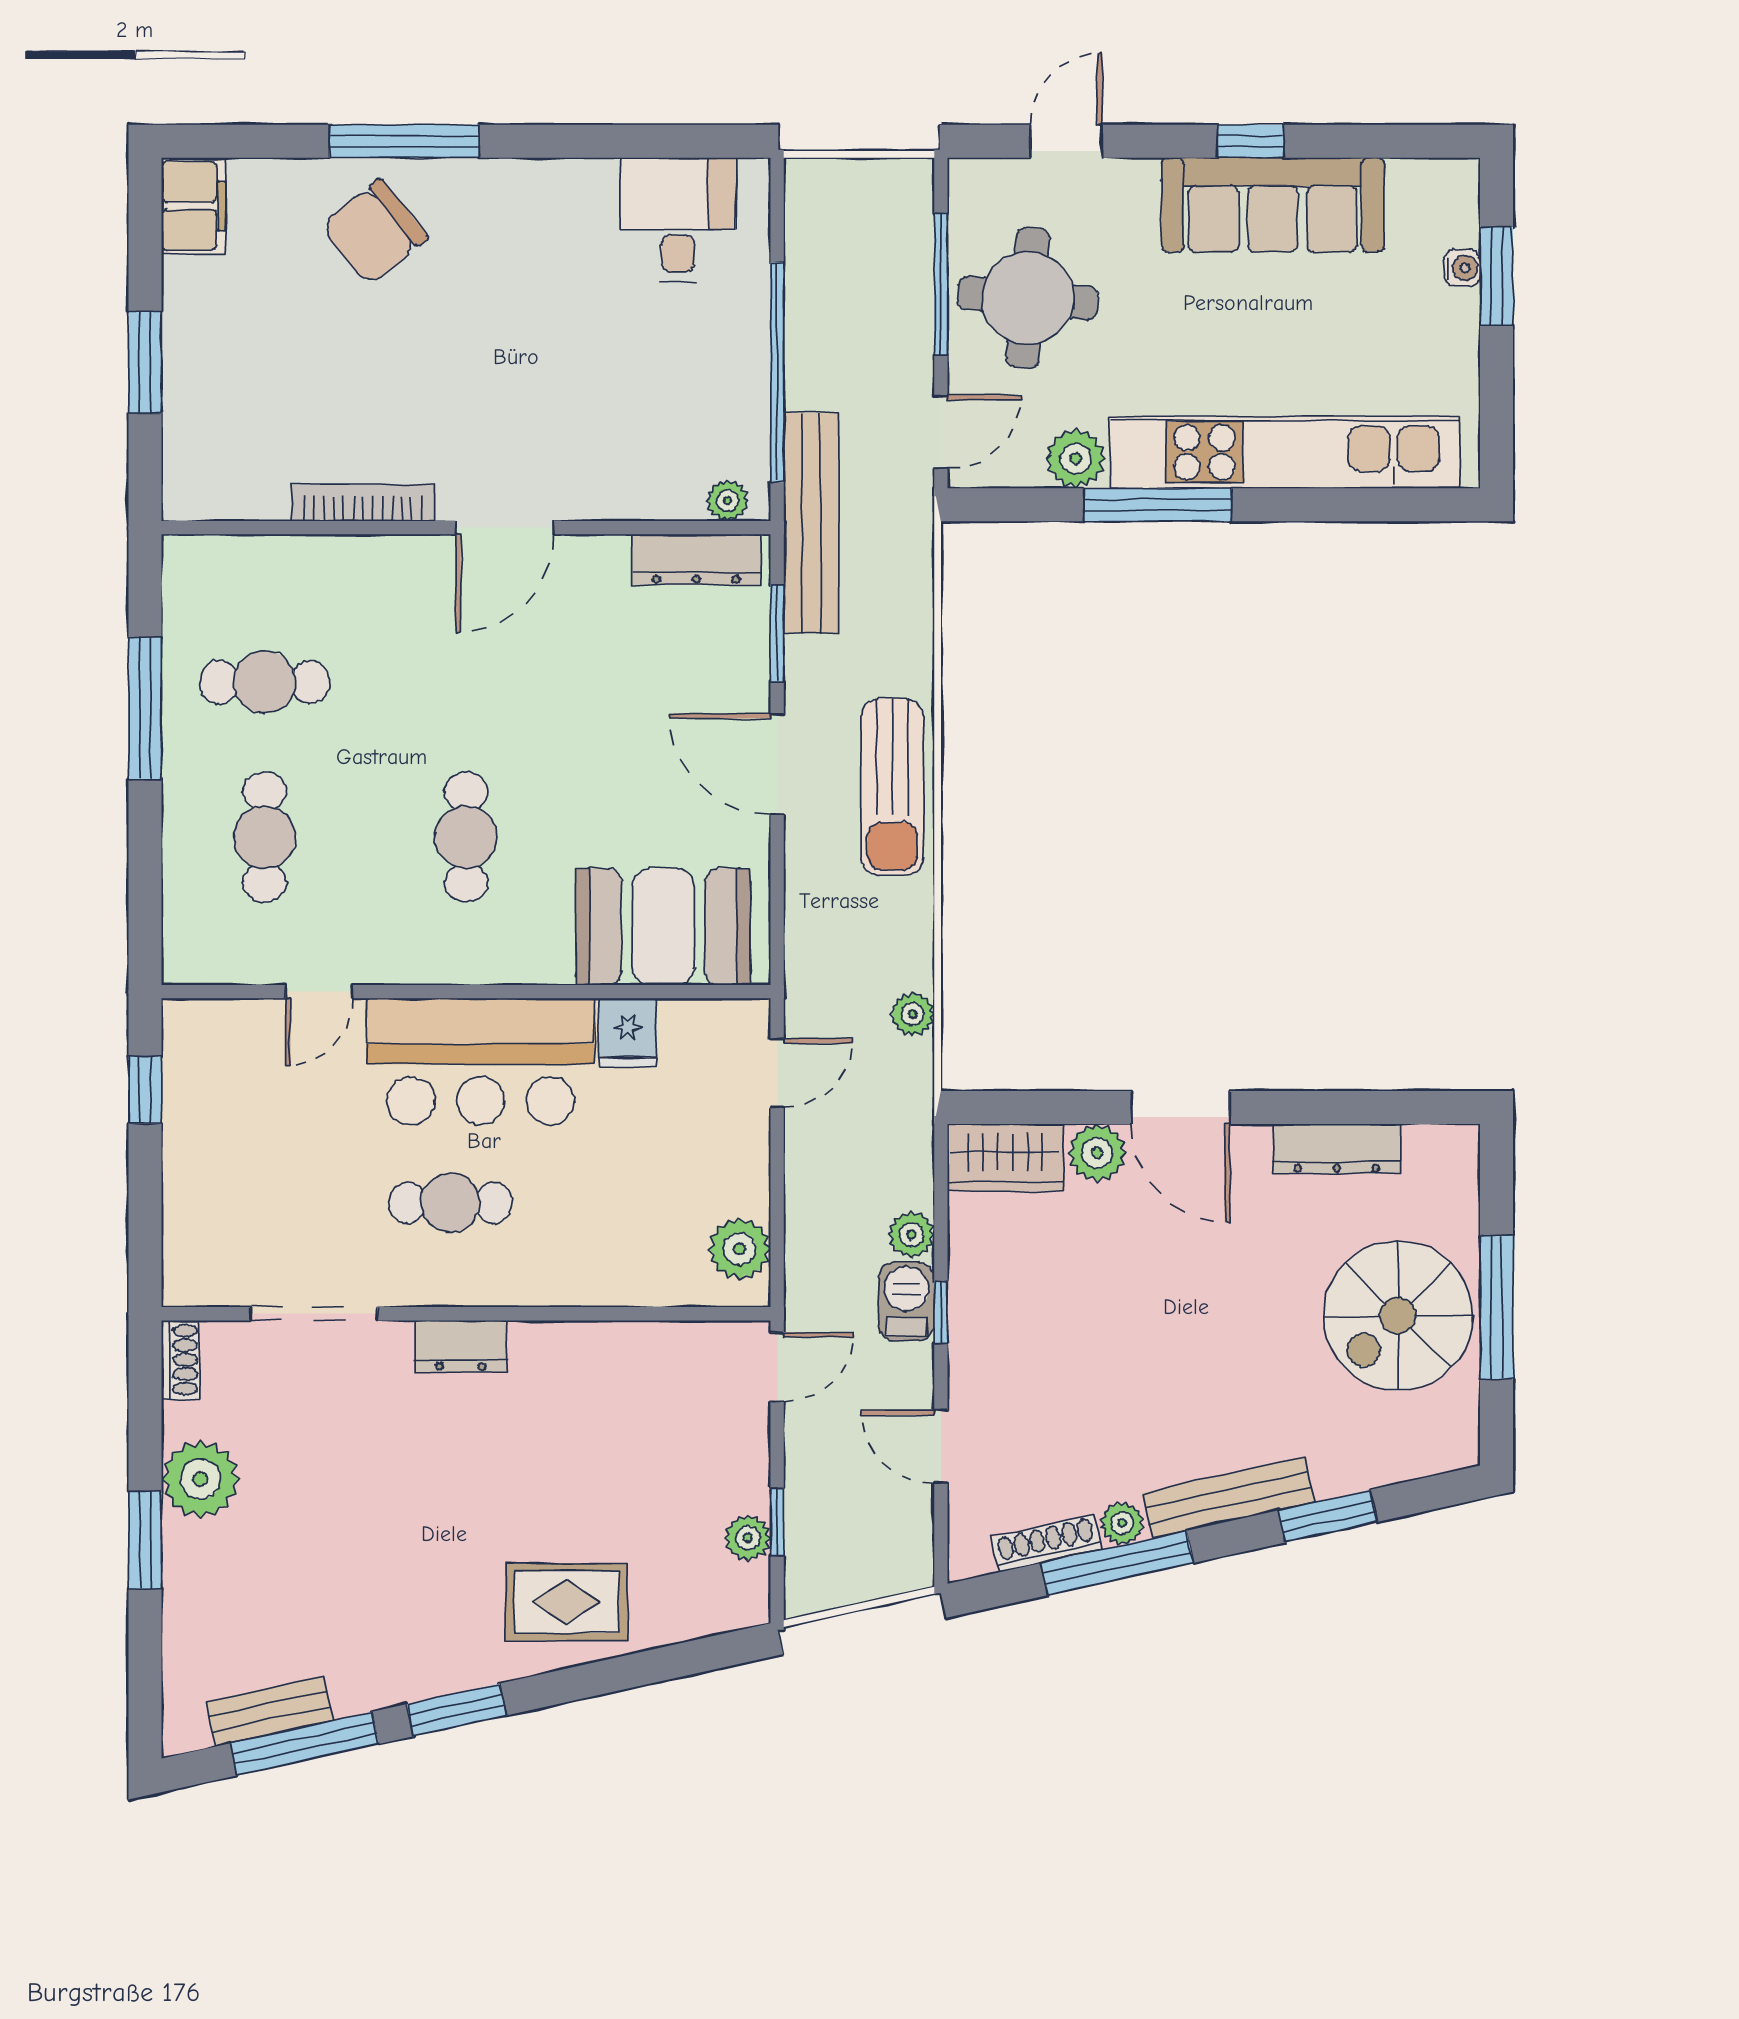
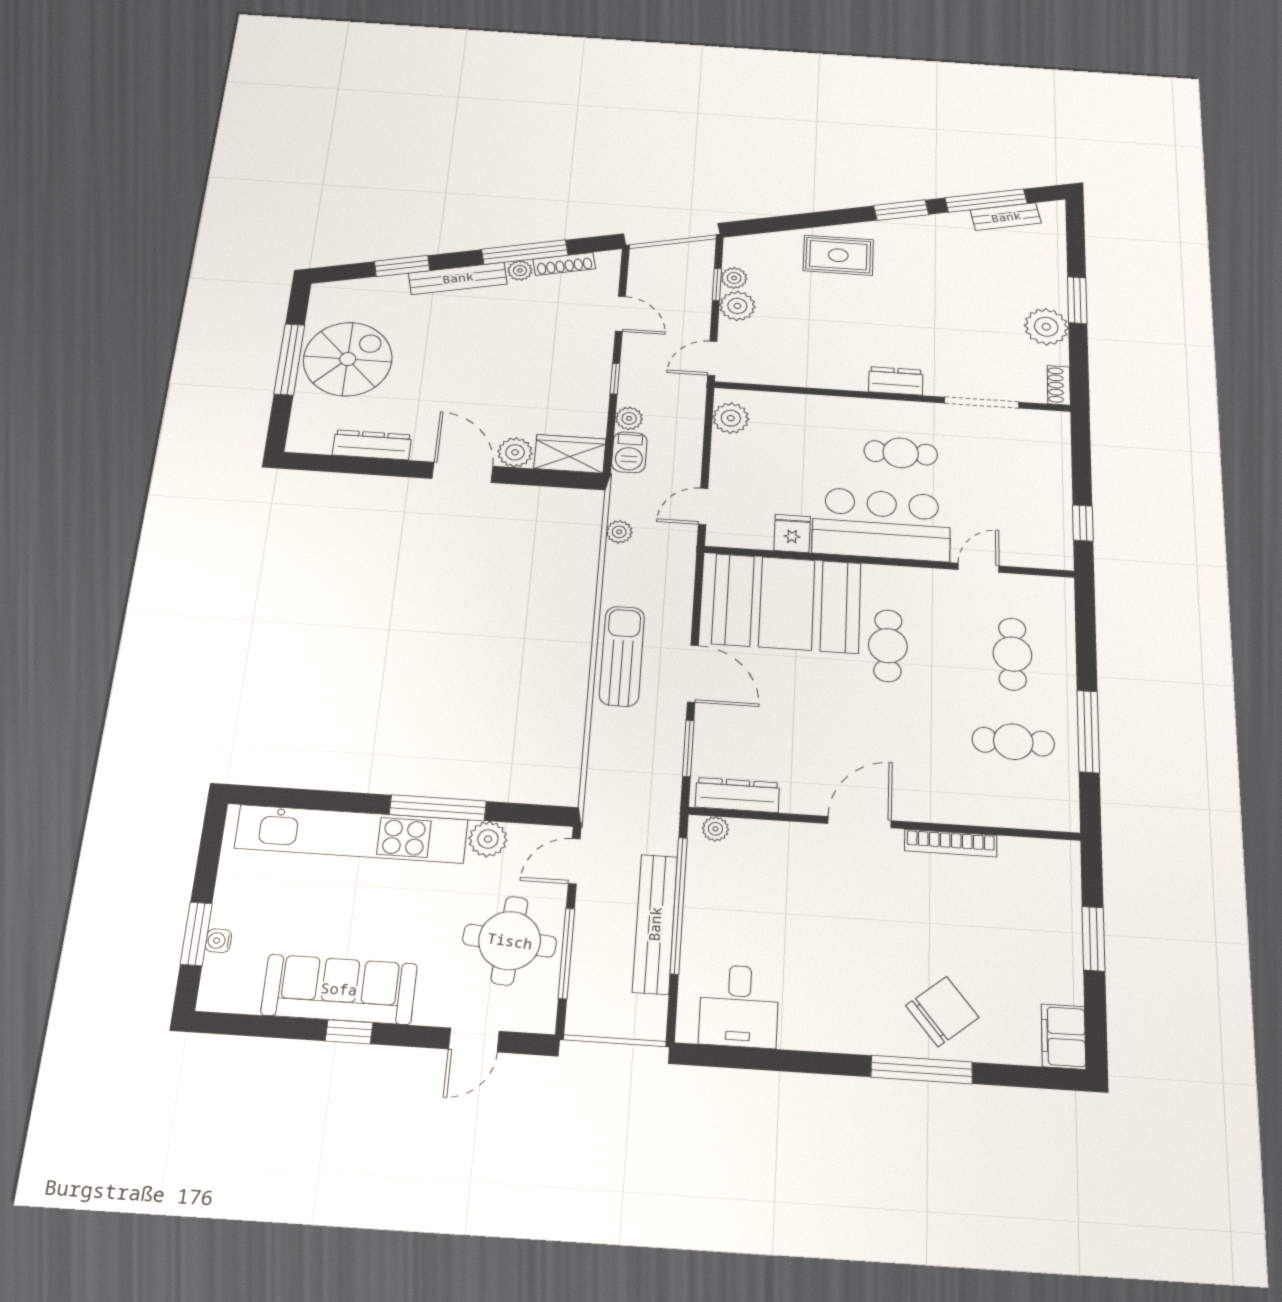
bench: (811, 523) -> (655, 924), moved
booth: (663, 927) -> (787, 603), width x1.36, depth x1.42
barbecue: (906, 1301) -> (629, 452), moved
plant: (739, 1479) -> (737, 306), added

